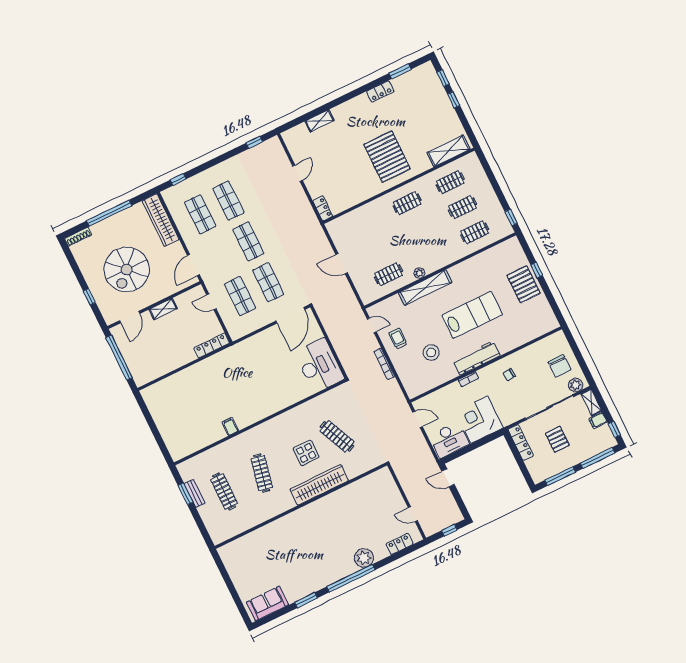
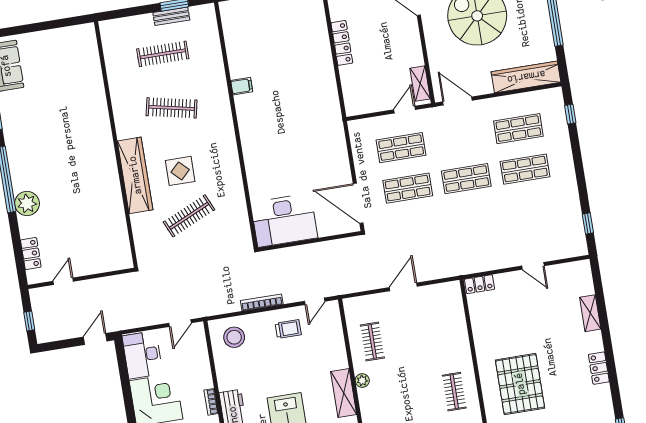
locker: (380, 91) -> (599, 368), moved
pallet: (387, 157) -> (520, 384), turned 90
shelving: (425, 288) -> (344, 393), width x0.68
shelving: (163, 309) -> (420, 84), moved
locker: (212, 345) -> (342, 43), moved
stool: (431, 353) -> (234, 337), moved

